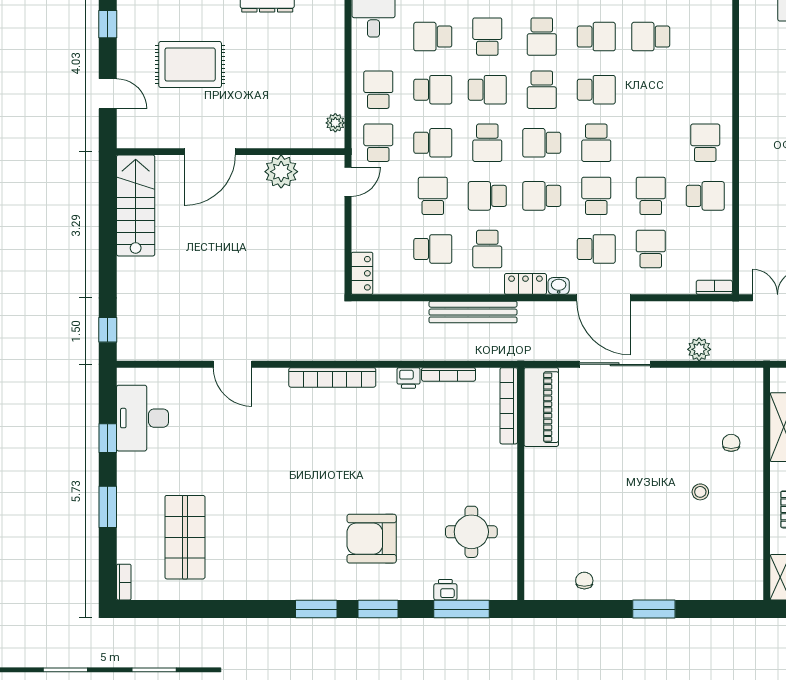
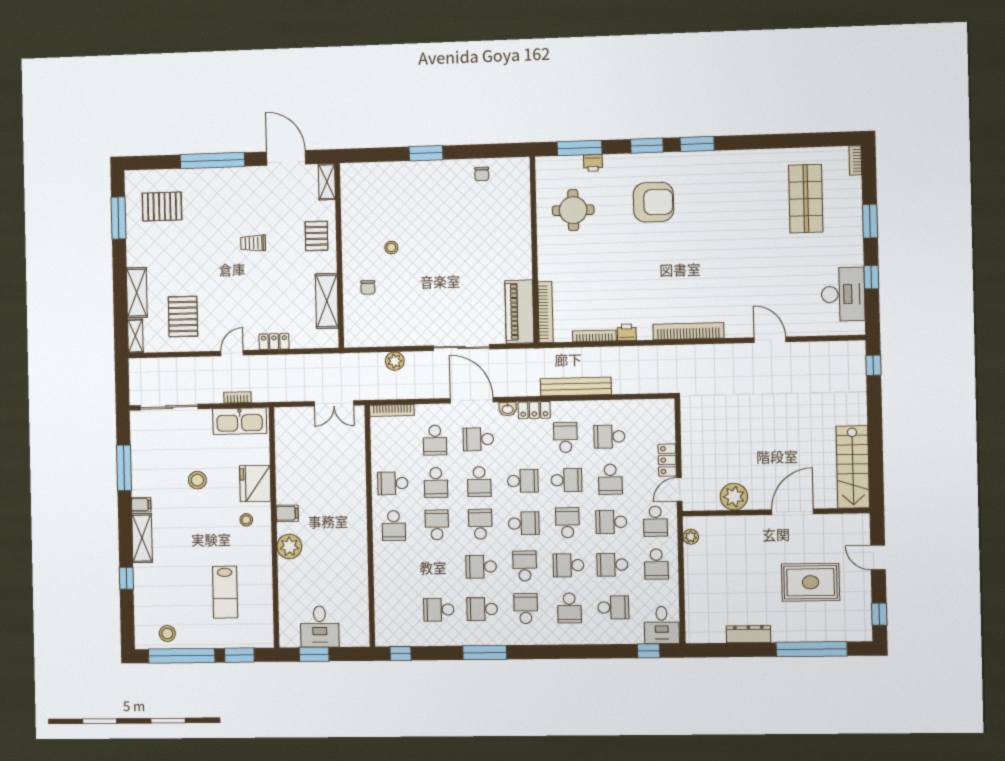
school desk: (651, 37) -> (439, 610), turned 180
school desk: (651, 143) -> (437, 525), added
locker: (362, 273) -> (667, 460), moved
bookcase: (714, 287) -> (392, 410), width x1.56

